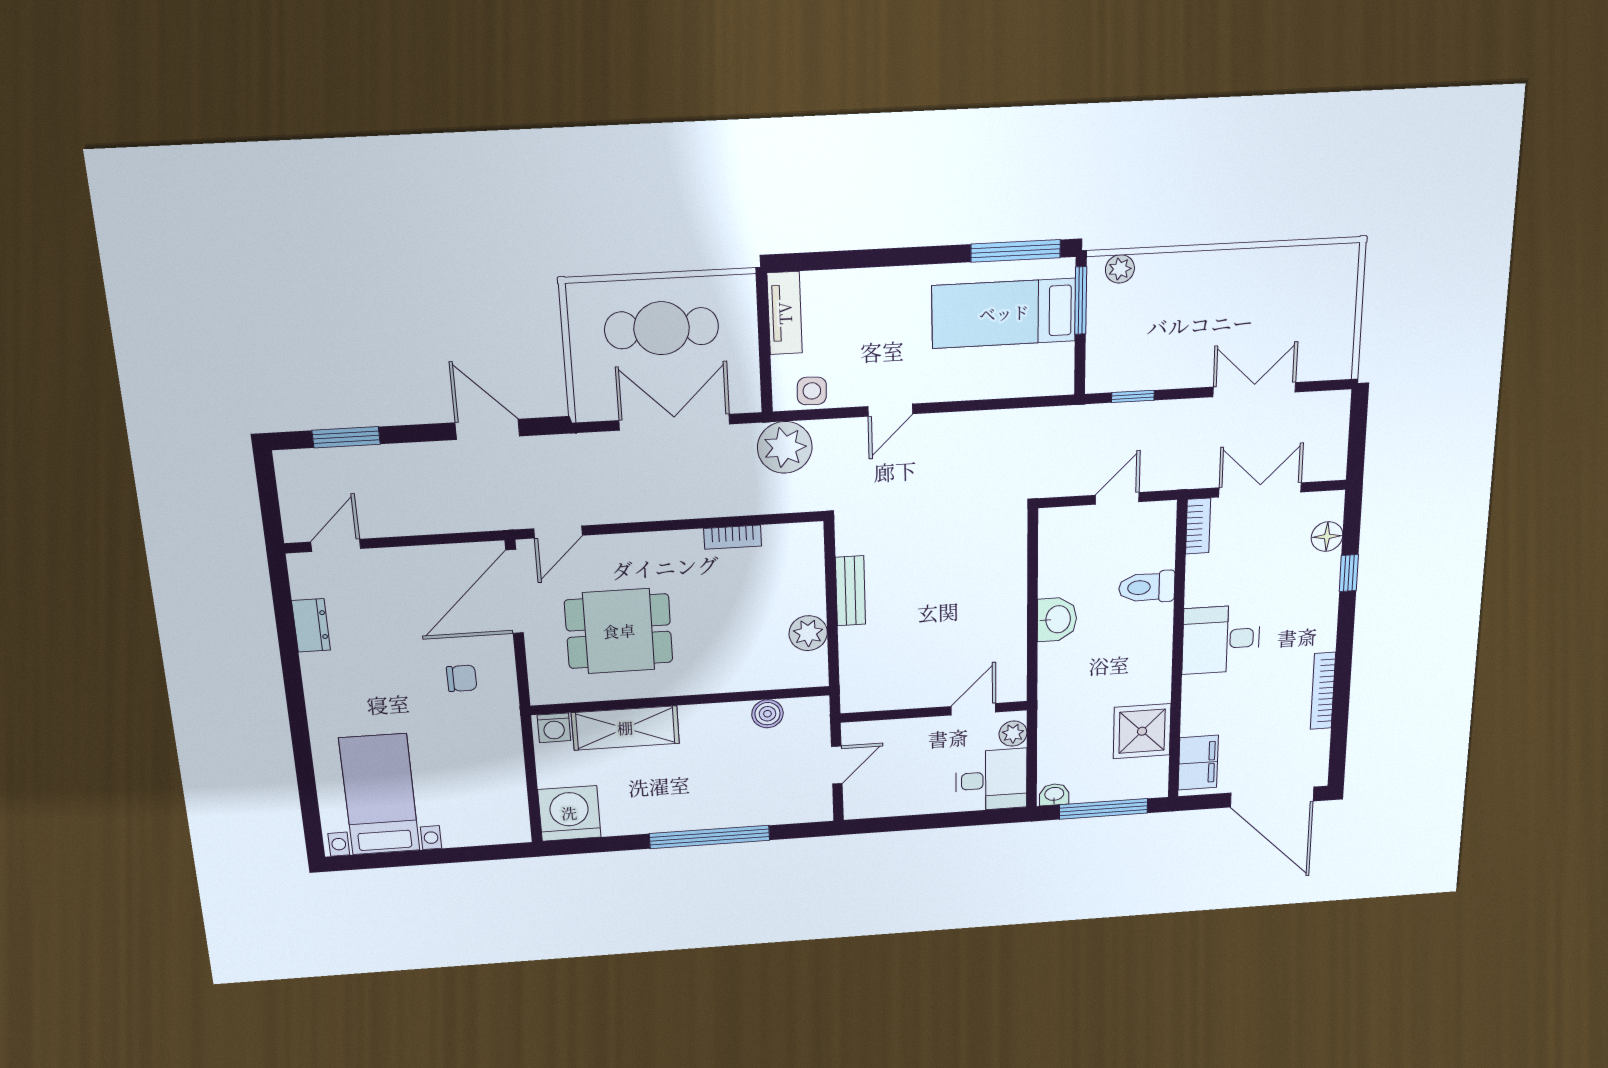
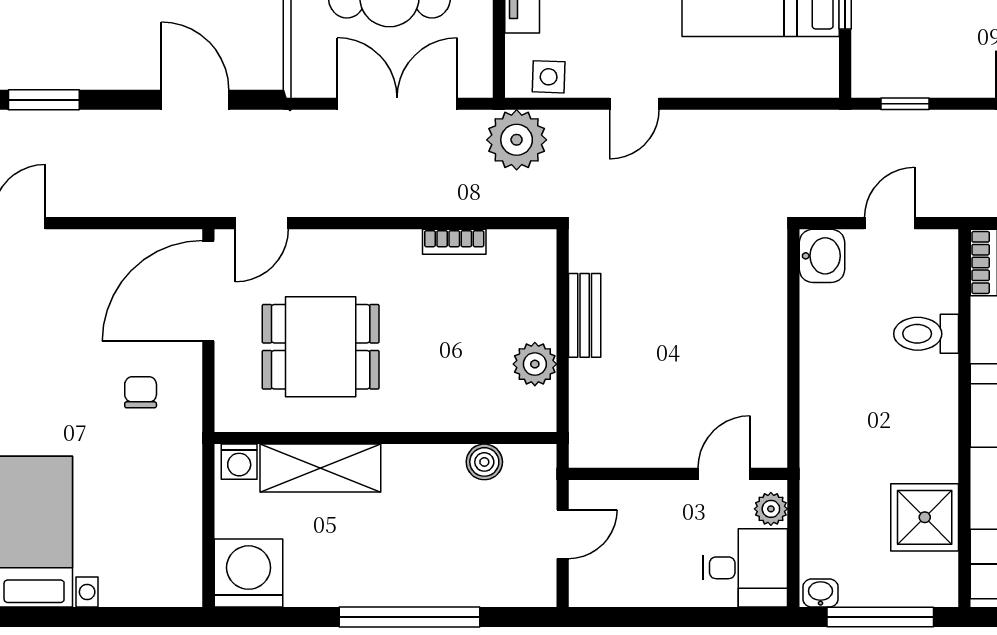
washbasin: (1057, 619) -> (822, 256), moved
chair: (462, 678) -> (141, 392), turned -90

